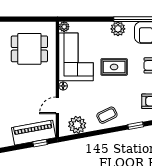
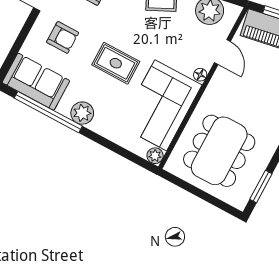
dining table: (29, 49) -> (219, 151), width x1.38
door: (57, 105) -> (222, 52), hinge flipped

